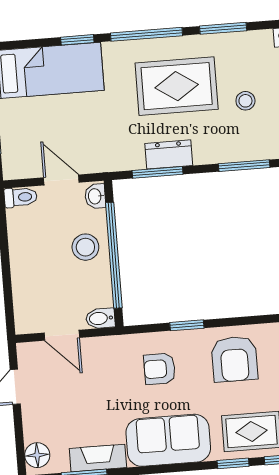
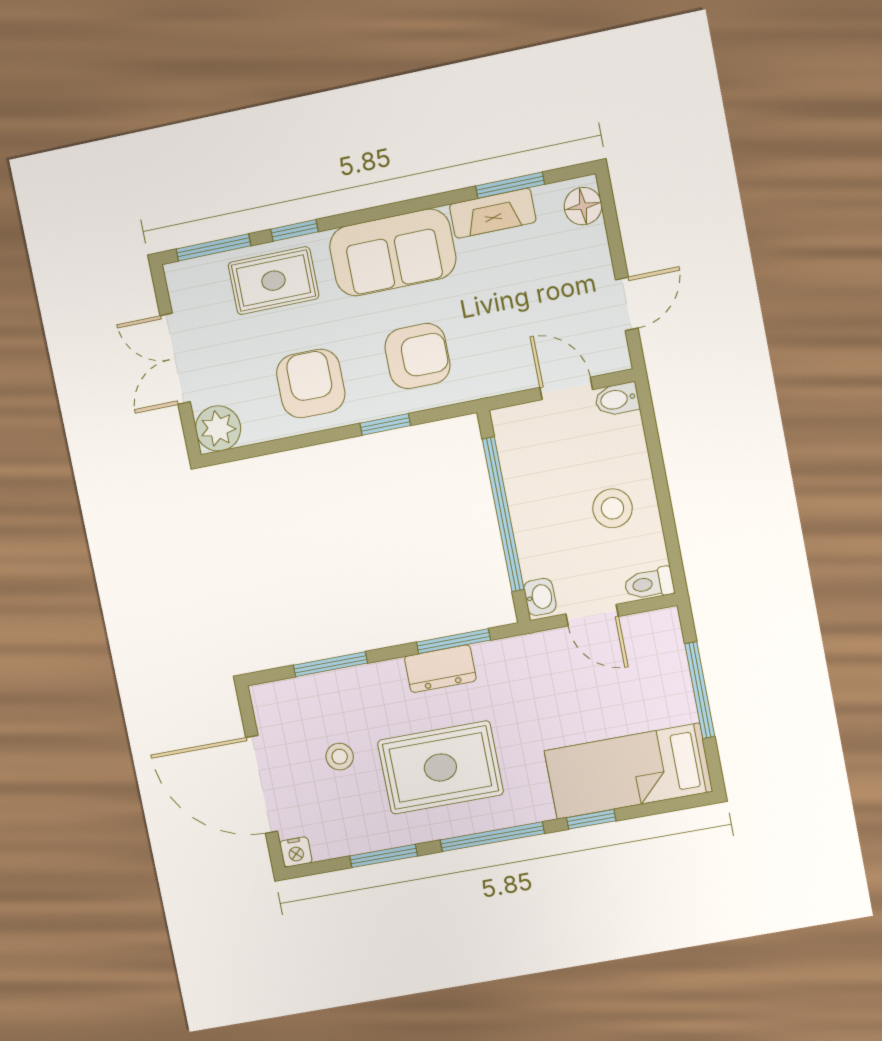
stool: (85, 247) -> (612, 508), moved
bidet: (100, 318) -> (617, 399), moved, turned 180
armchair: (160, 369) -> (417, 356), width x1.38, depth x1.38

